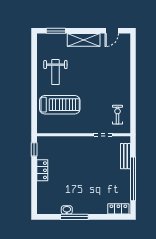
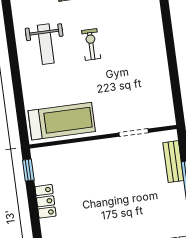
treadmill: (60, 105) -> (62, 121), moved
exercise bike: (117, 115) -> (91, 44), moved

